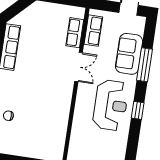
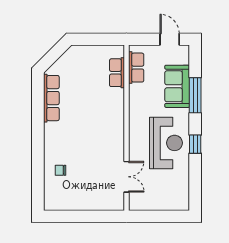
double door: (79, 67) -> (126, 177), moved

